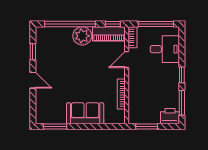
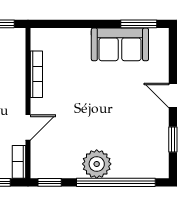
piano: (109, 34) -> (56, 167), removed
sofa: (85, 113) -> (120, 44), moved

